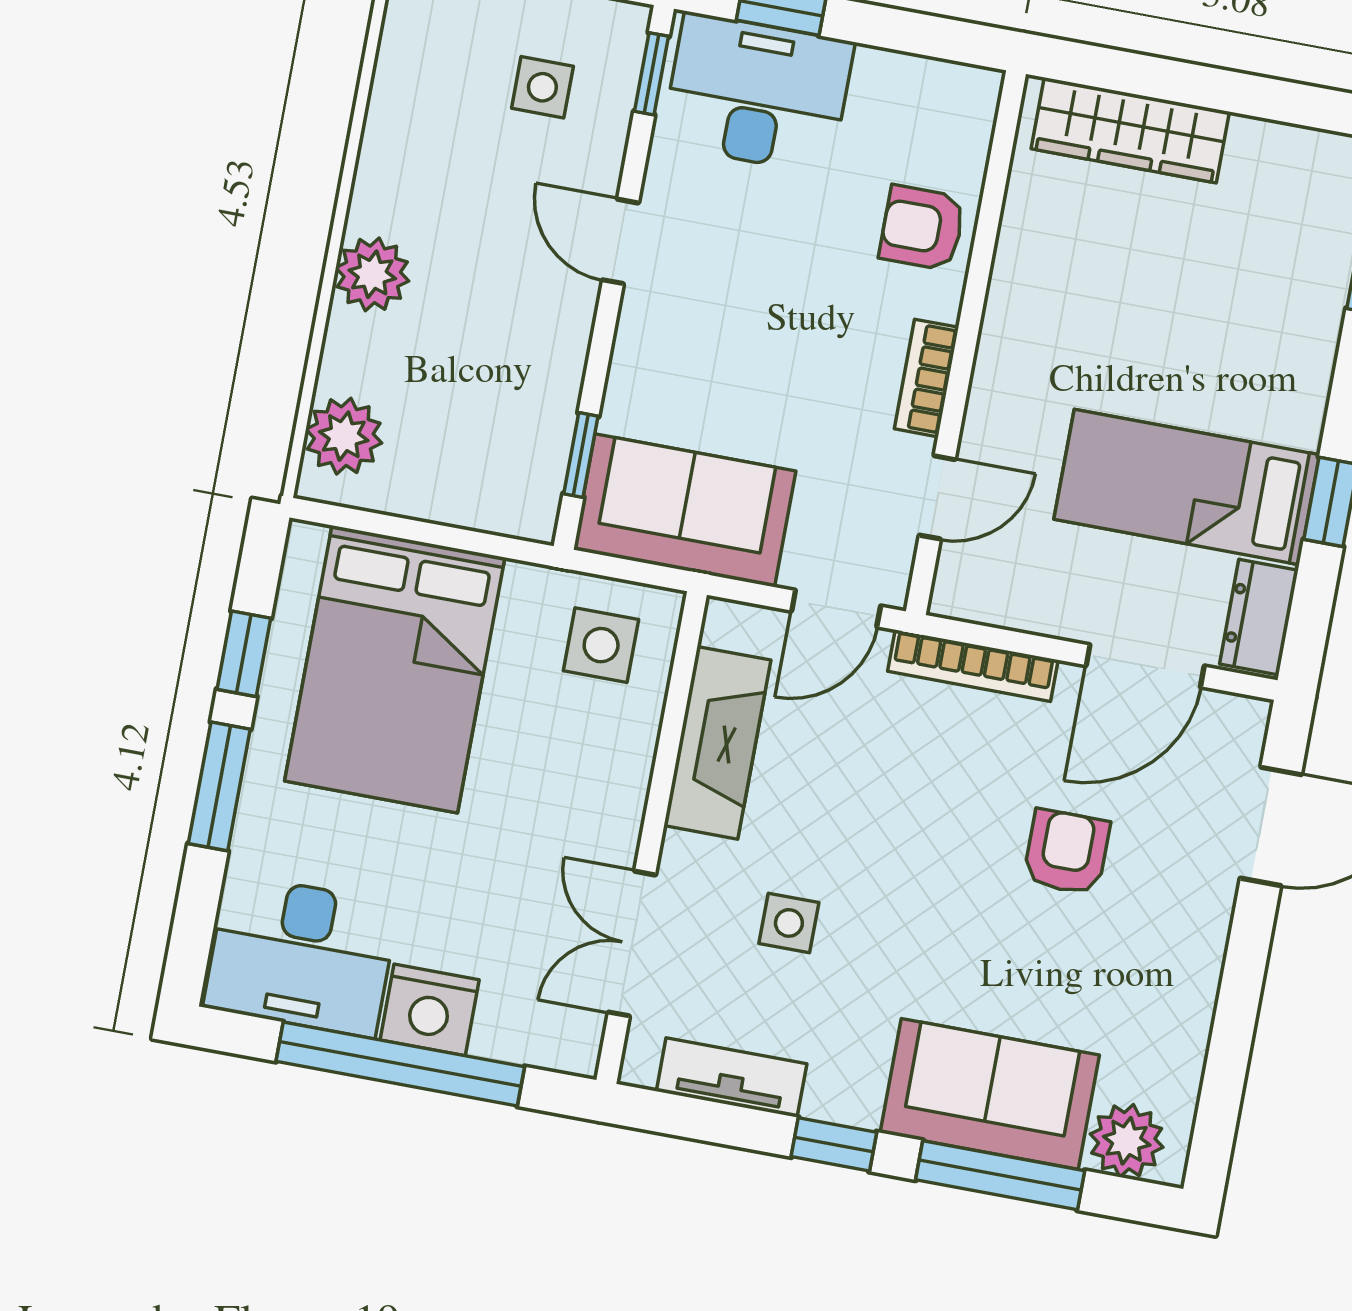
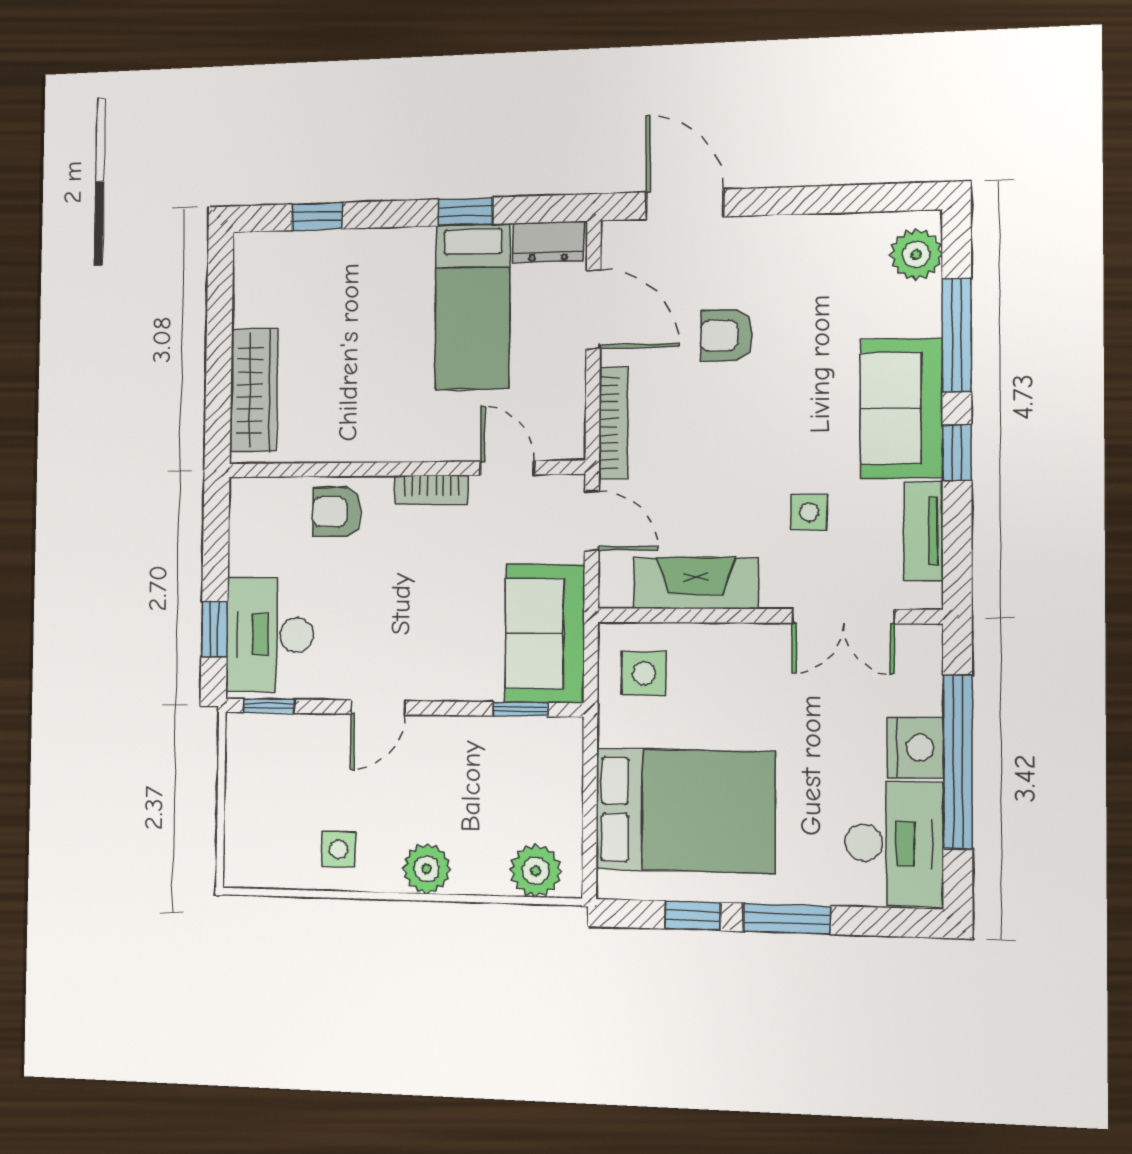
side table: (542, 87) -> (338, 849), moved
armchair: (922, 228) -> (337, 512), turned 90
sofa: (990, 1094) -> (901, 408), moved

